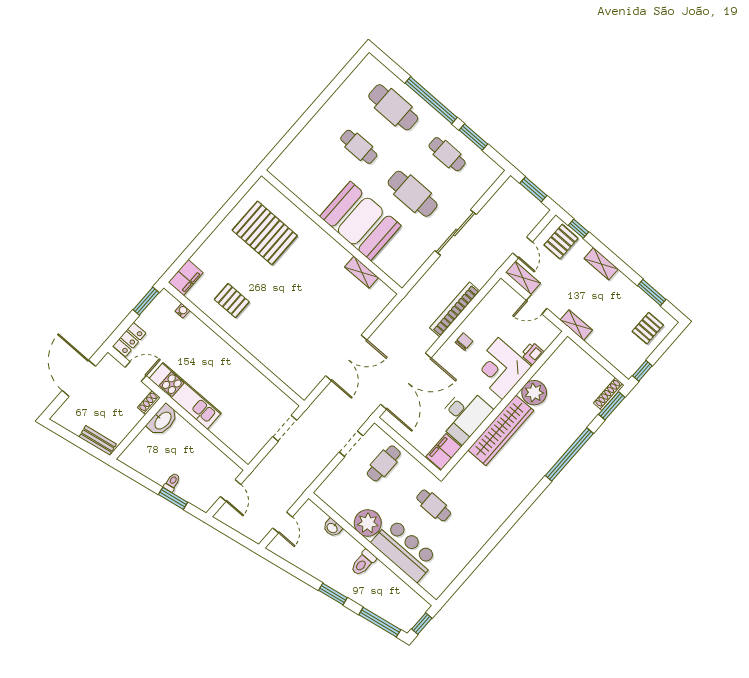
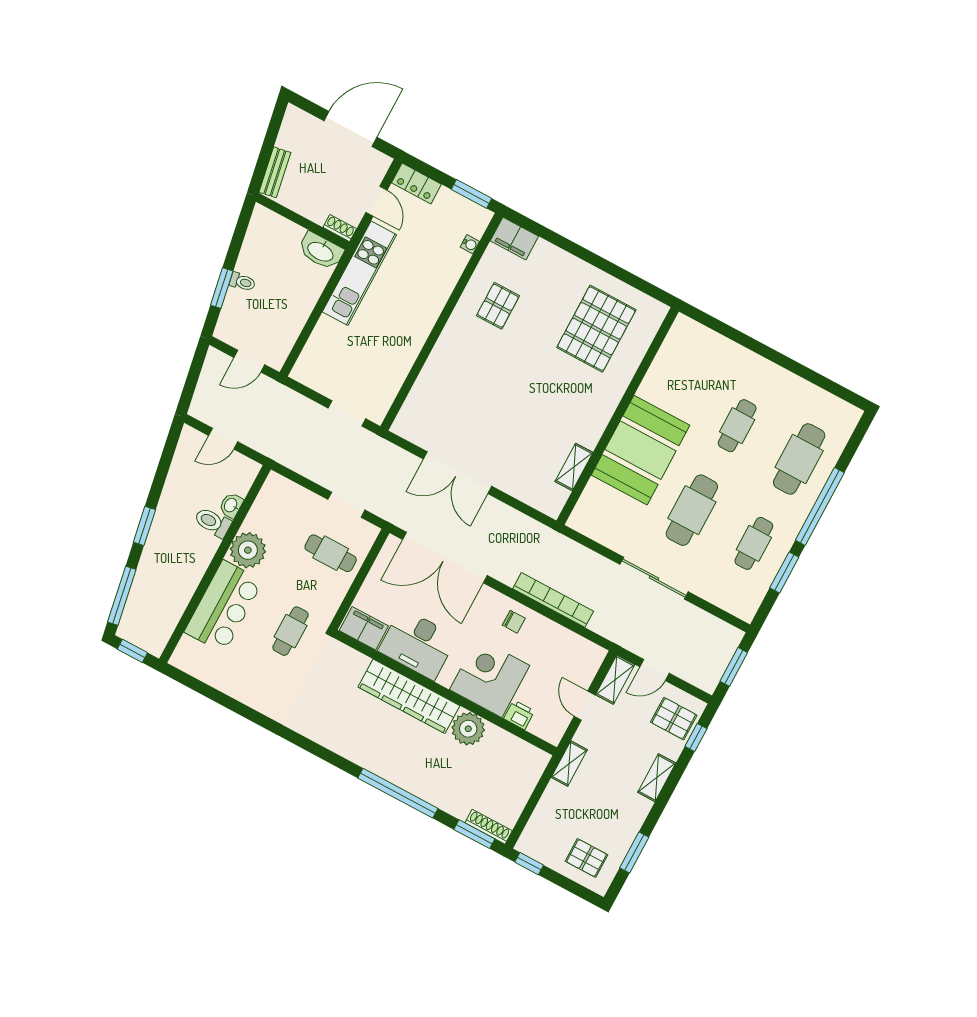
toilet: (363, 563) -> (213, 522), moved

